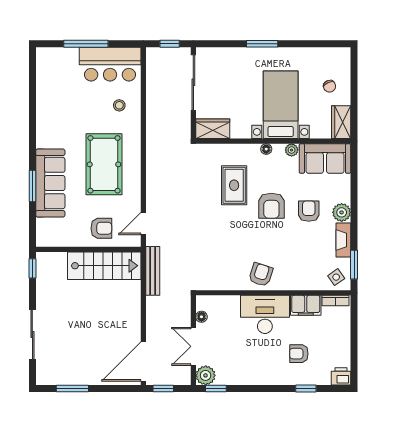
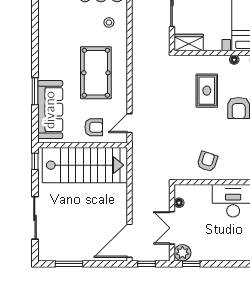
sofa: (50, 183) -> (50, 110), moved
stairs: (104, 266) -> (85, 165), width x1.36, depth x1.51
bench: (153, 271) -> (137, 164), removed
armchair: (261, 275) -> (207, 162), moved

